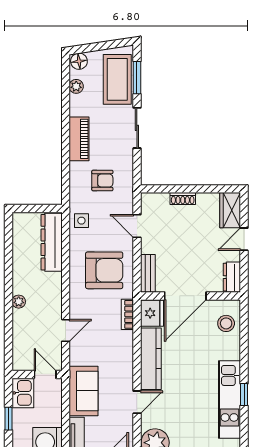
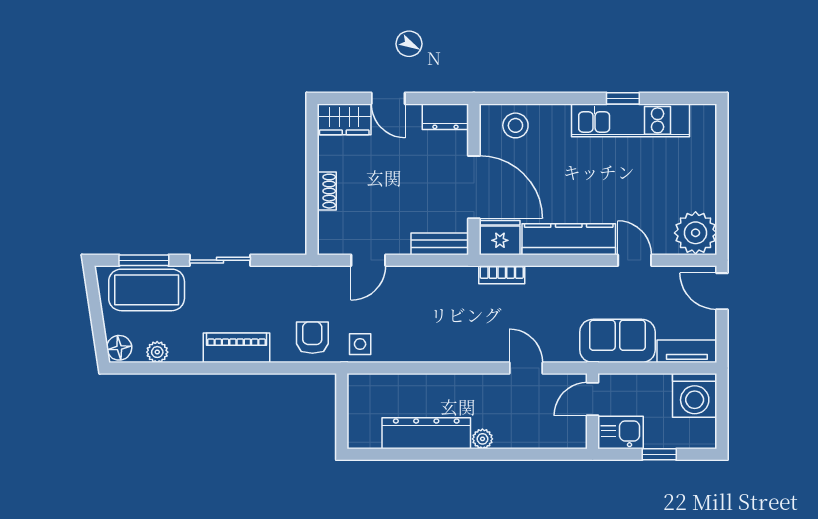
armchair: (102, 181) -> (312, 338), moved
dresser: (52, 242) -> (426, 433), moved, turned 180
armchair: (104, 270) -> (435, 310), removed

